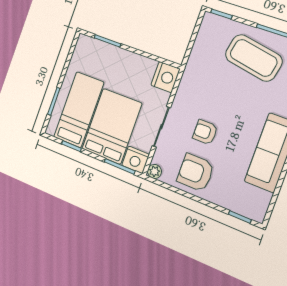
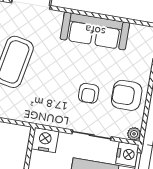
armchair: (195, 173) -> (127, 95), turned 90

